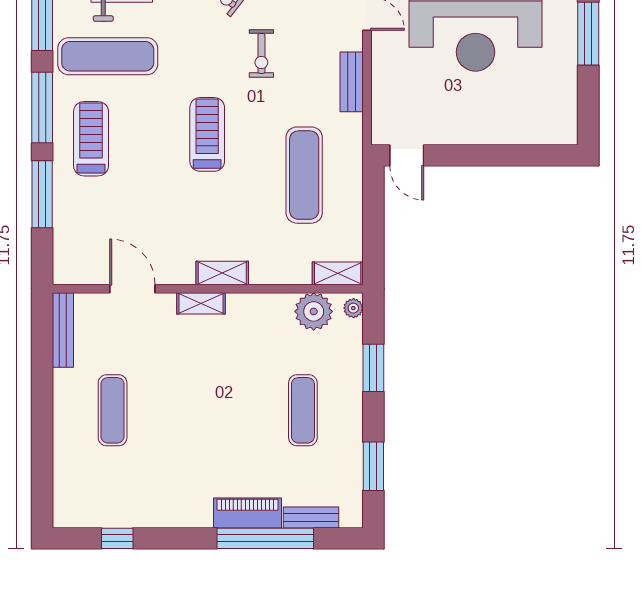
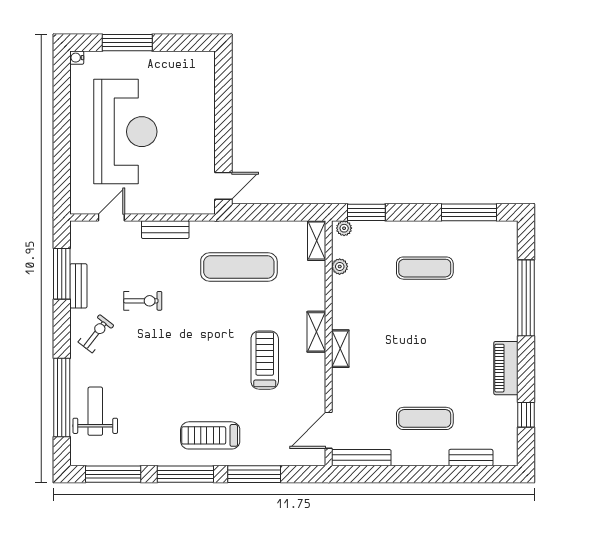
exercise mat: (108, 56) -> (145, 422), removed
treadmill: (207, 134) -> (265, 360), moved, turned 90
door: (132, 289) -> (329, 430), moved
plant: (314, 311) -> (340, 267), width x0.53, depth x0.53
window: (373, 368) -> (366, 212), moved
window: (373, 466) -> (469, 212), width x1.44
piano: (248, 513) -> (506, 368), moved
bench: (311, 517) -> (471, 458), moved, turned 90

